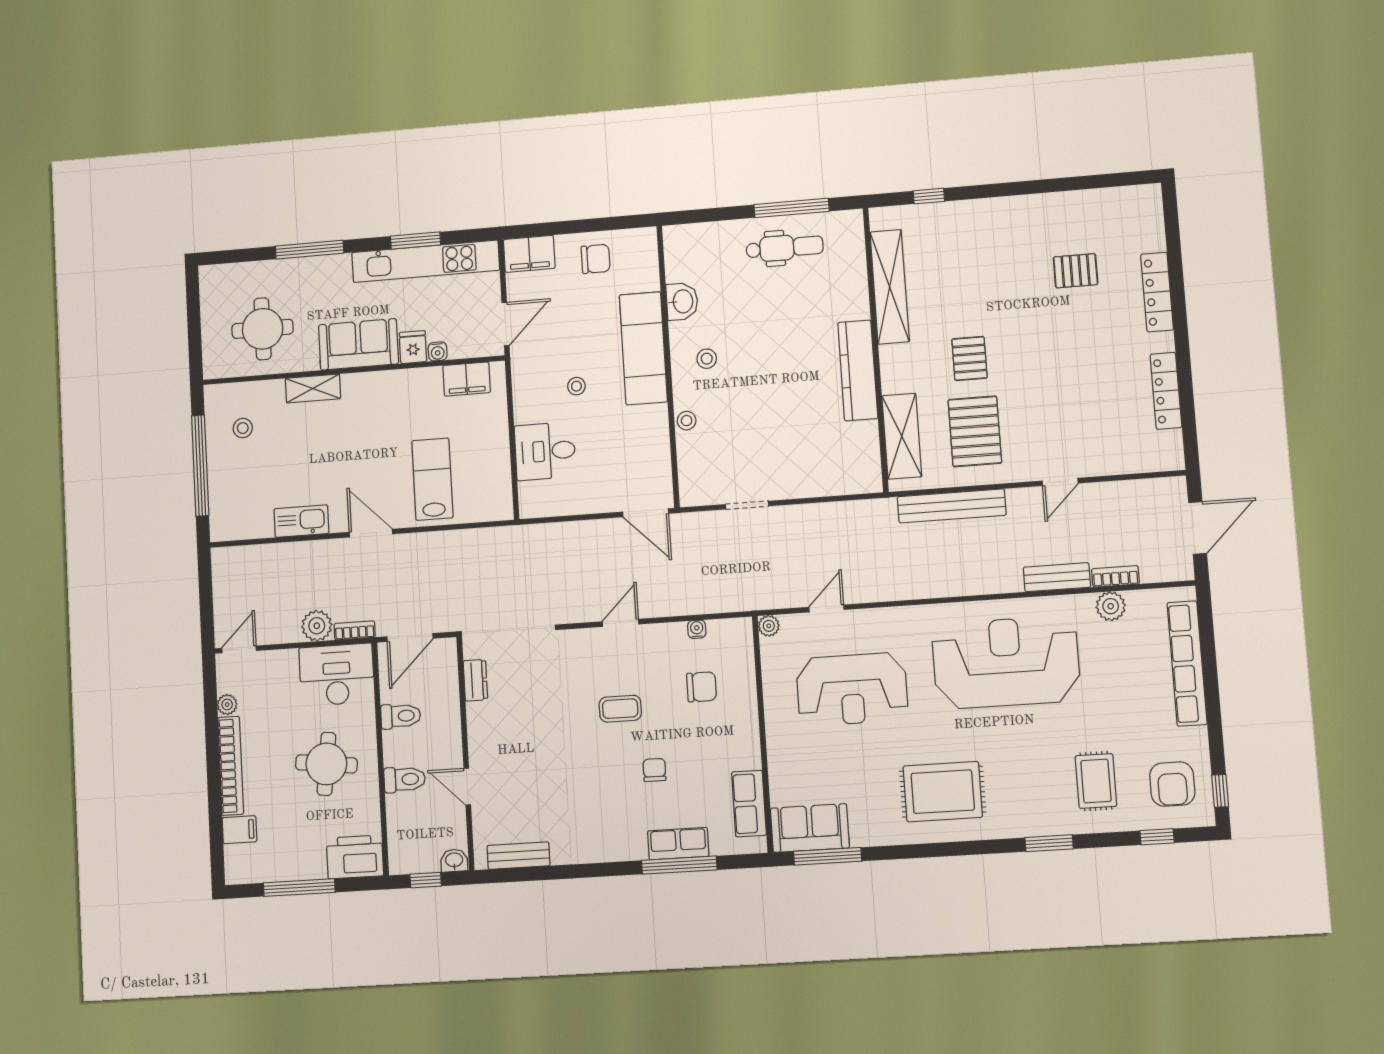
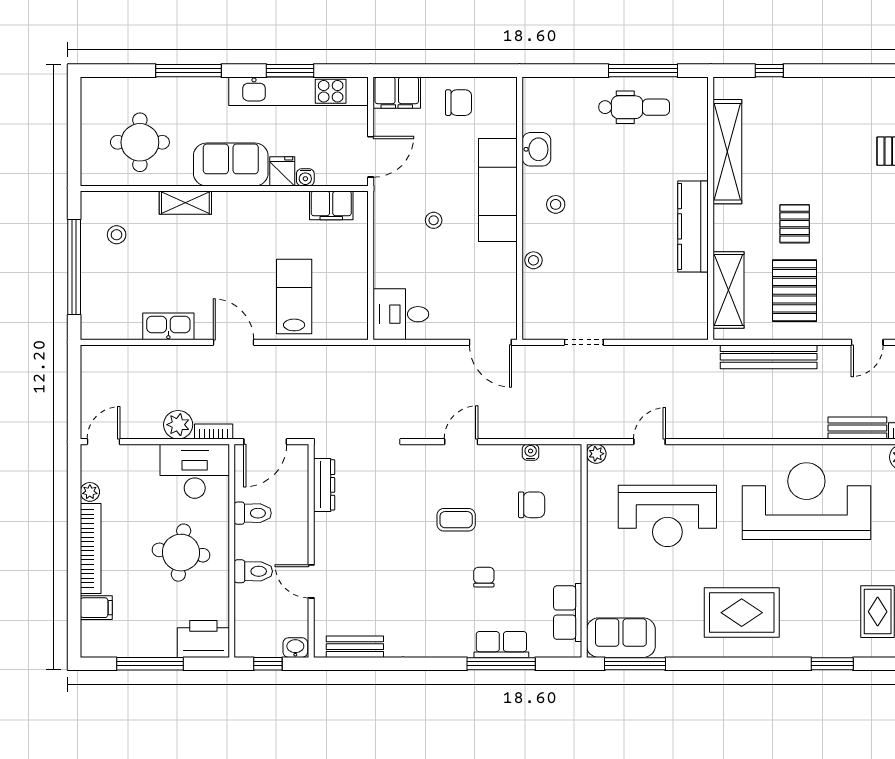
desk: (545, 451) -> (401, 314), moved
dresser: (475, 680) -> (324, 485), width x1.44

